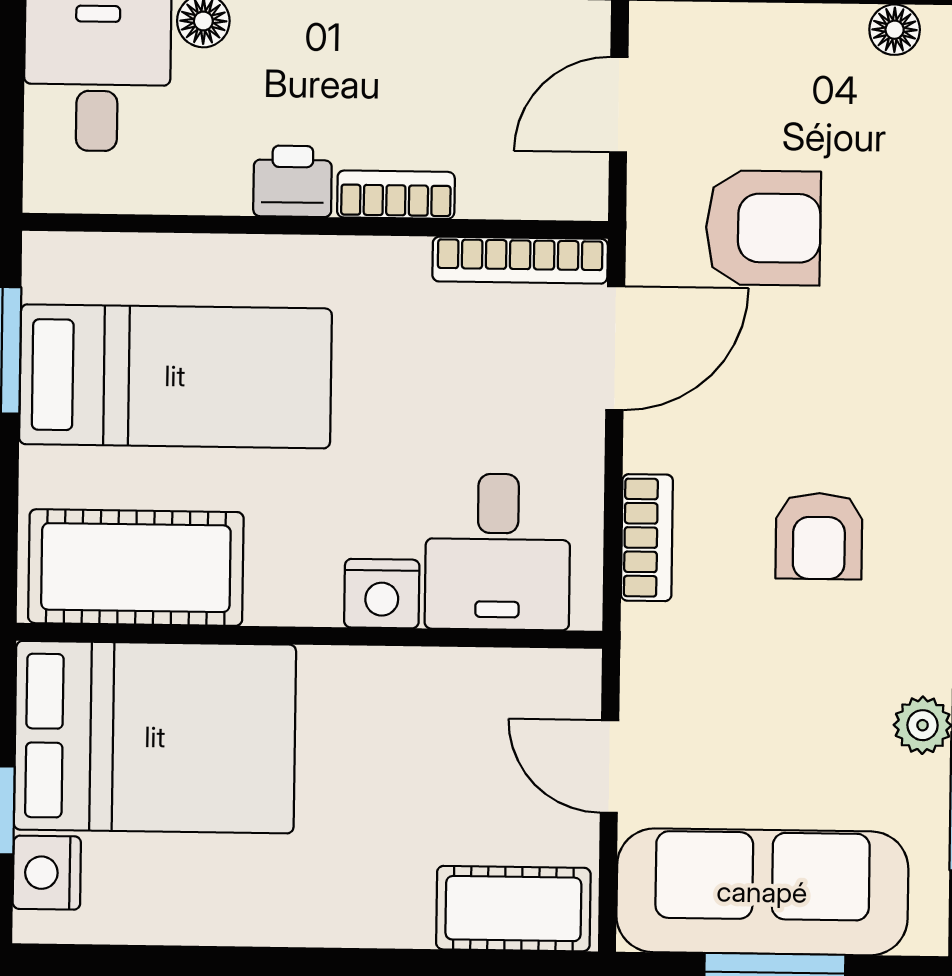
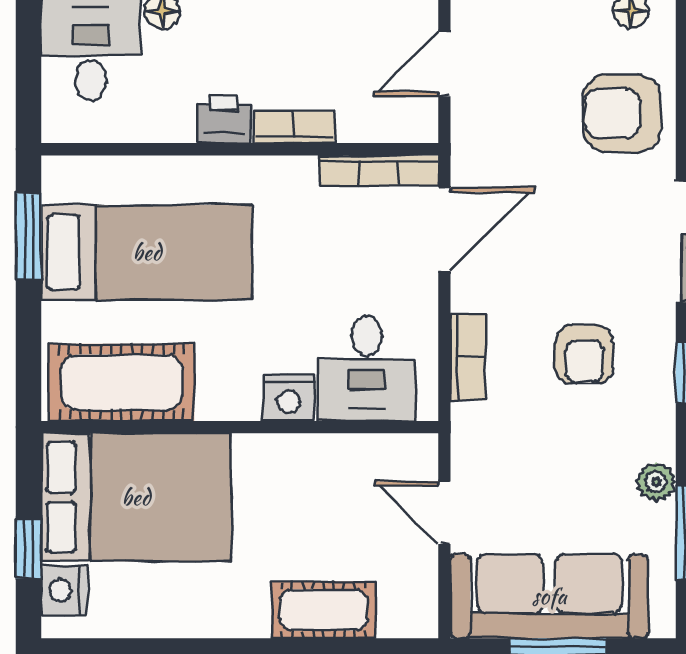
armchair: (763, 228) -> (622, 113), moved, turned 180
cot: (513, 909) -> (324, 610), moved

